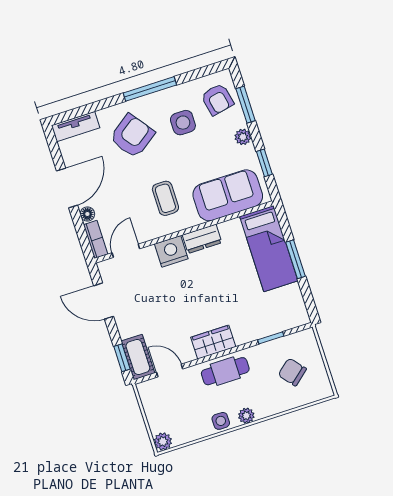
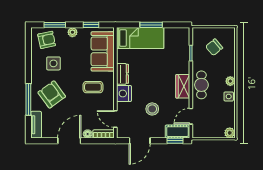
window: (150, 89) -> (28, 99), moved
door: (67, 188) -> (69, 141), hinge flipped
stool: (161, 305) -> (152, 109), added

